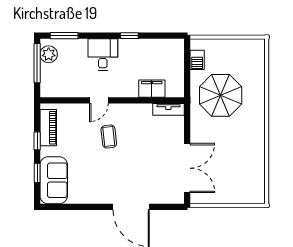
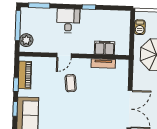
plant: (49, 54) -> (26, 40), moved
tv unit: (168, 109) -> (103, 64), moved

